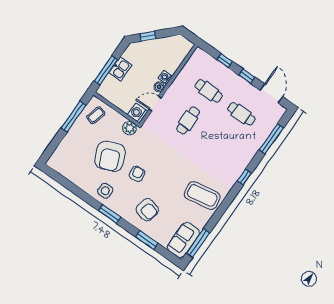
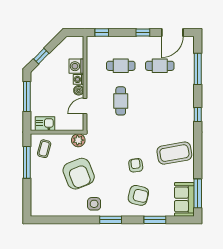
window: (225, 61) -> (102, 32), moved
kitchen sink: (120, 69) -> (45, 124), moved, turned -90
window: (106, 70) -> (27, 96), moved
door: (272, 93) -> (172, 32), swing flipped
washing machine: (138, 113) -> (76, 66), moved
armchair: (137, 174) -> (136, 165), moved

